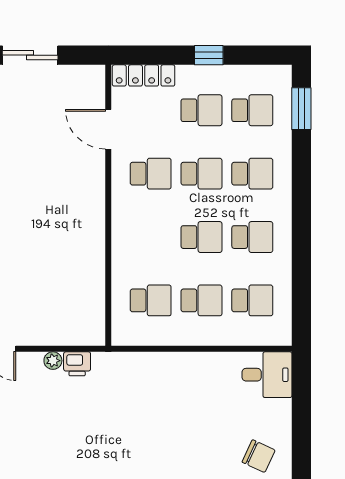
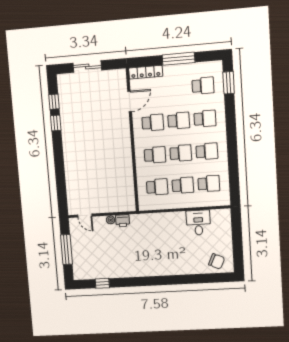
window: (209, 55) -> (179, 59), width x2.17
school desk: (201, 110) -> (155, 155), moved
door: (108, 129) -> (130, 101), swing flipped
desk: (267, 375) -> (198, 223), moved, turned -90

